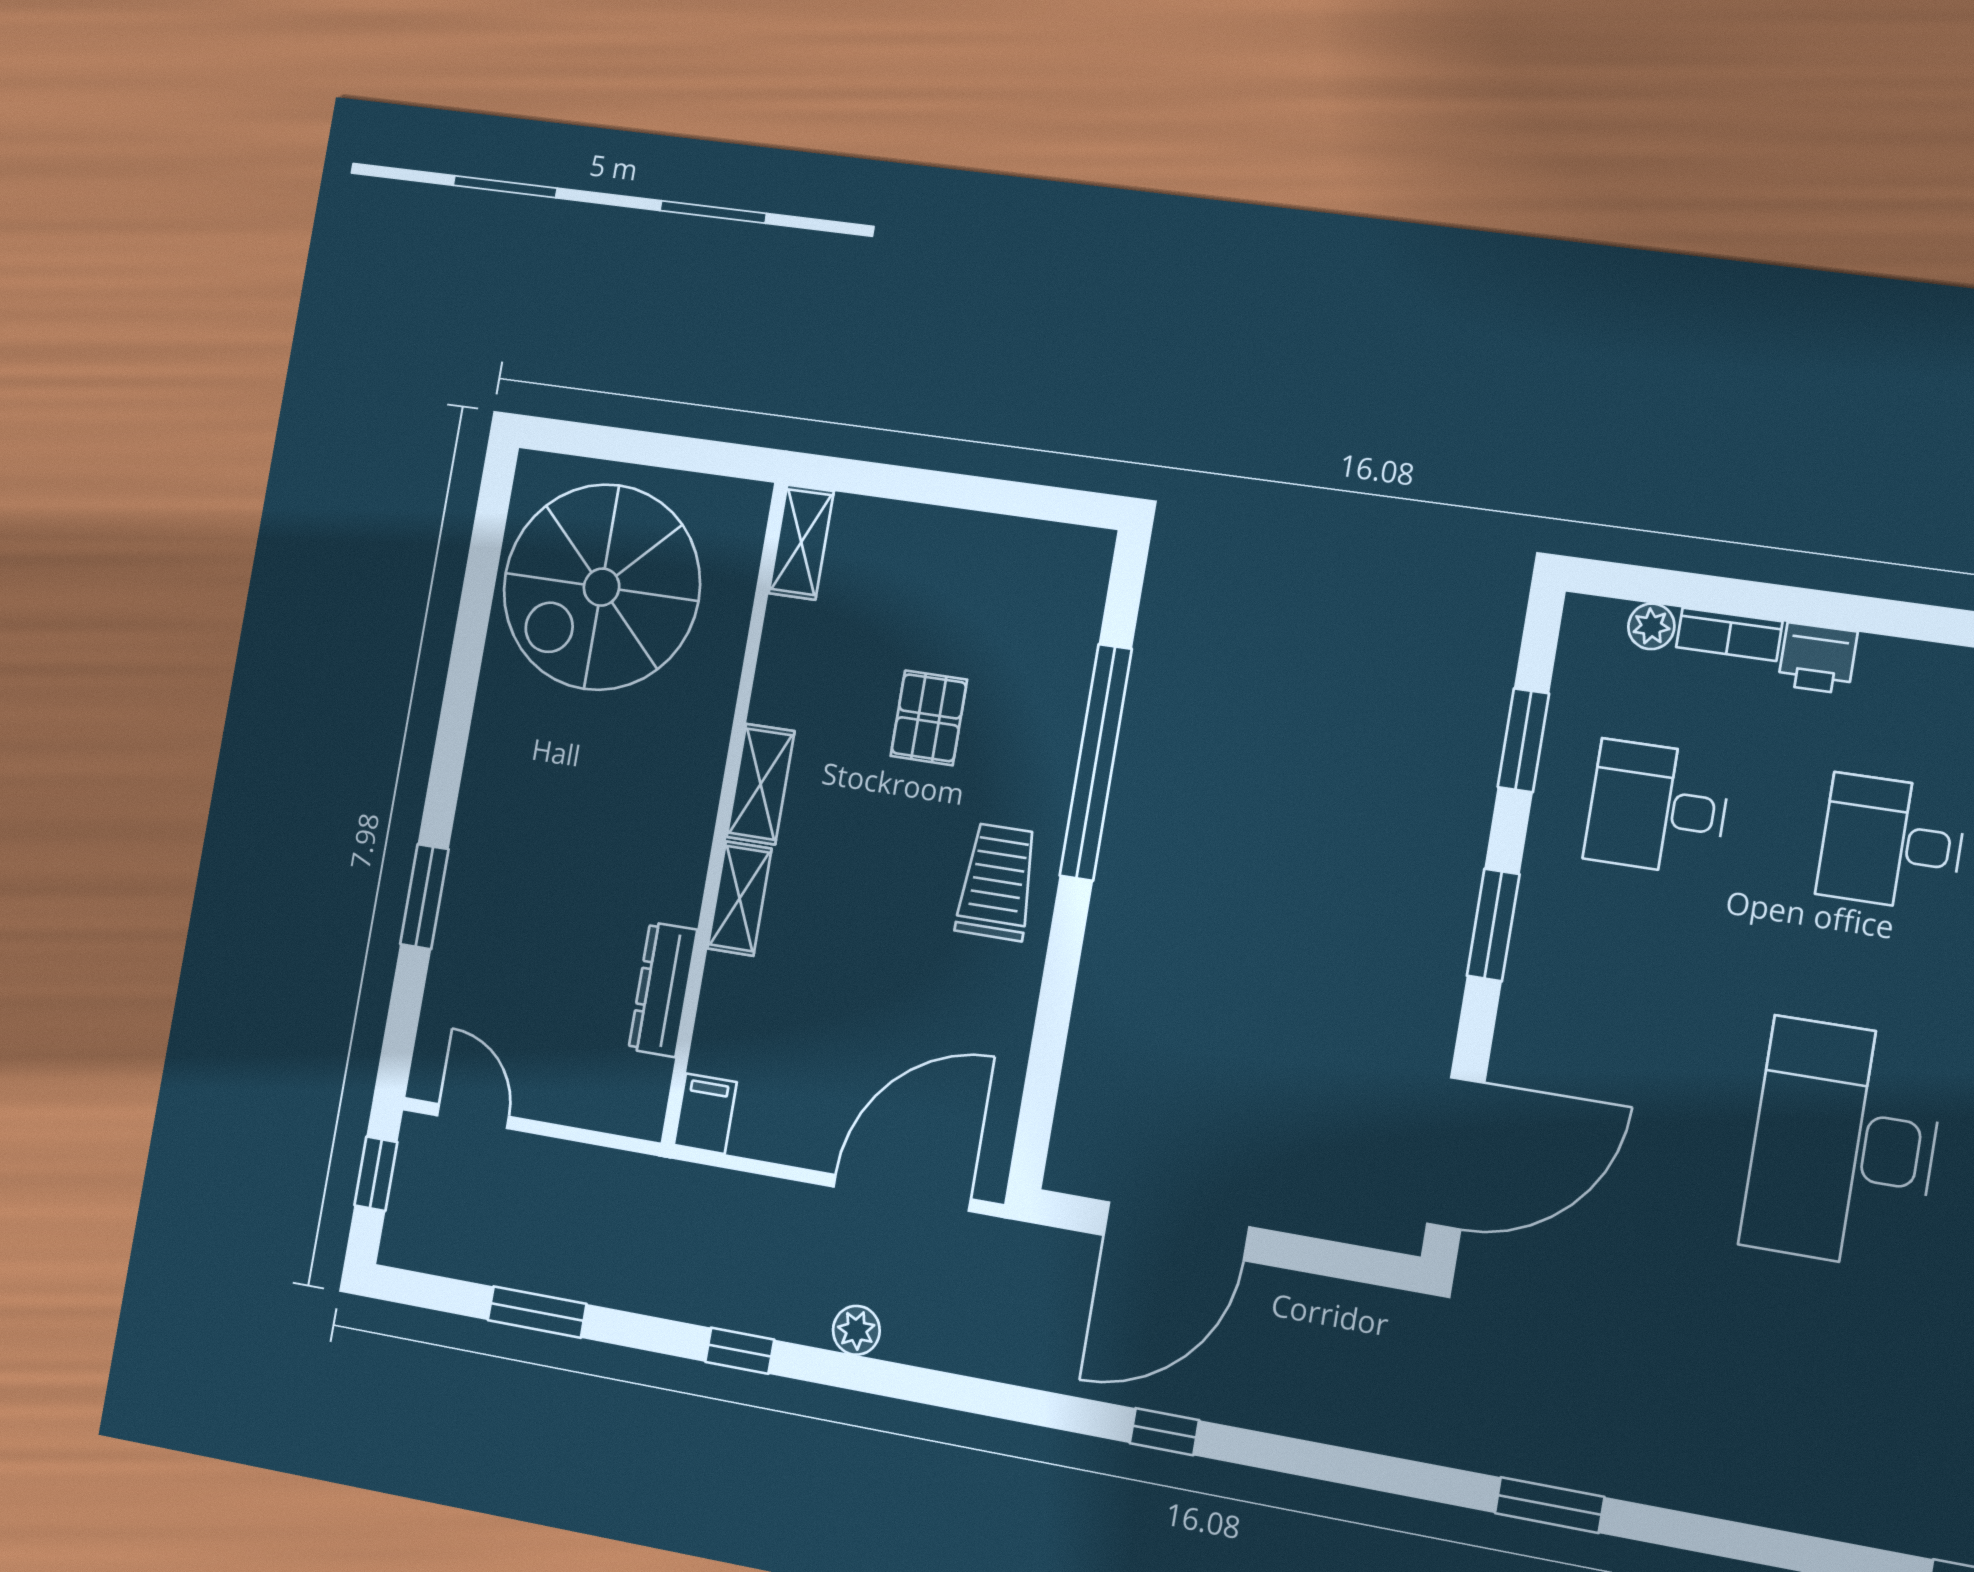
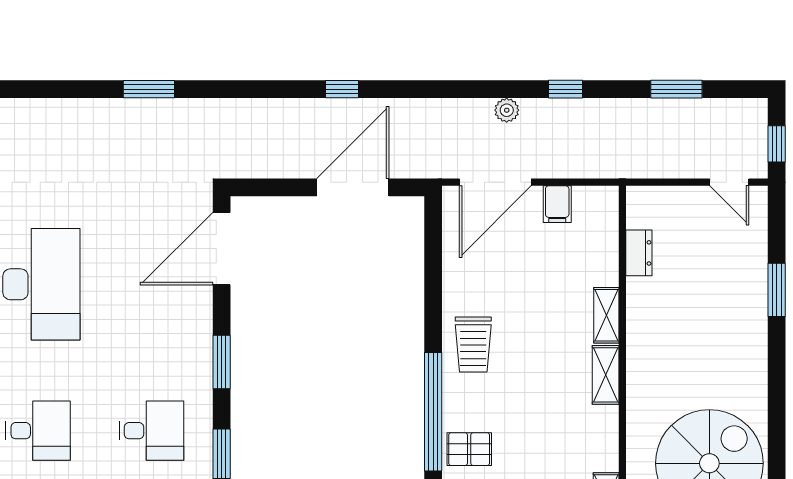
pallet: (929, 718) -> (469, 449), moved, turned 90
dresser: (663, 989) -> (639, 253), width x0.70
filing cabinet: (705, 1114) -> (557, 204), moved

